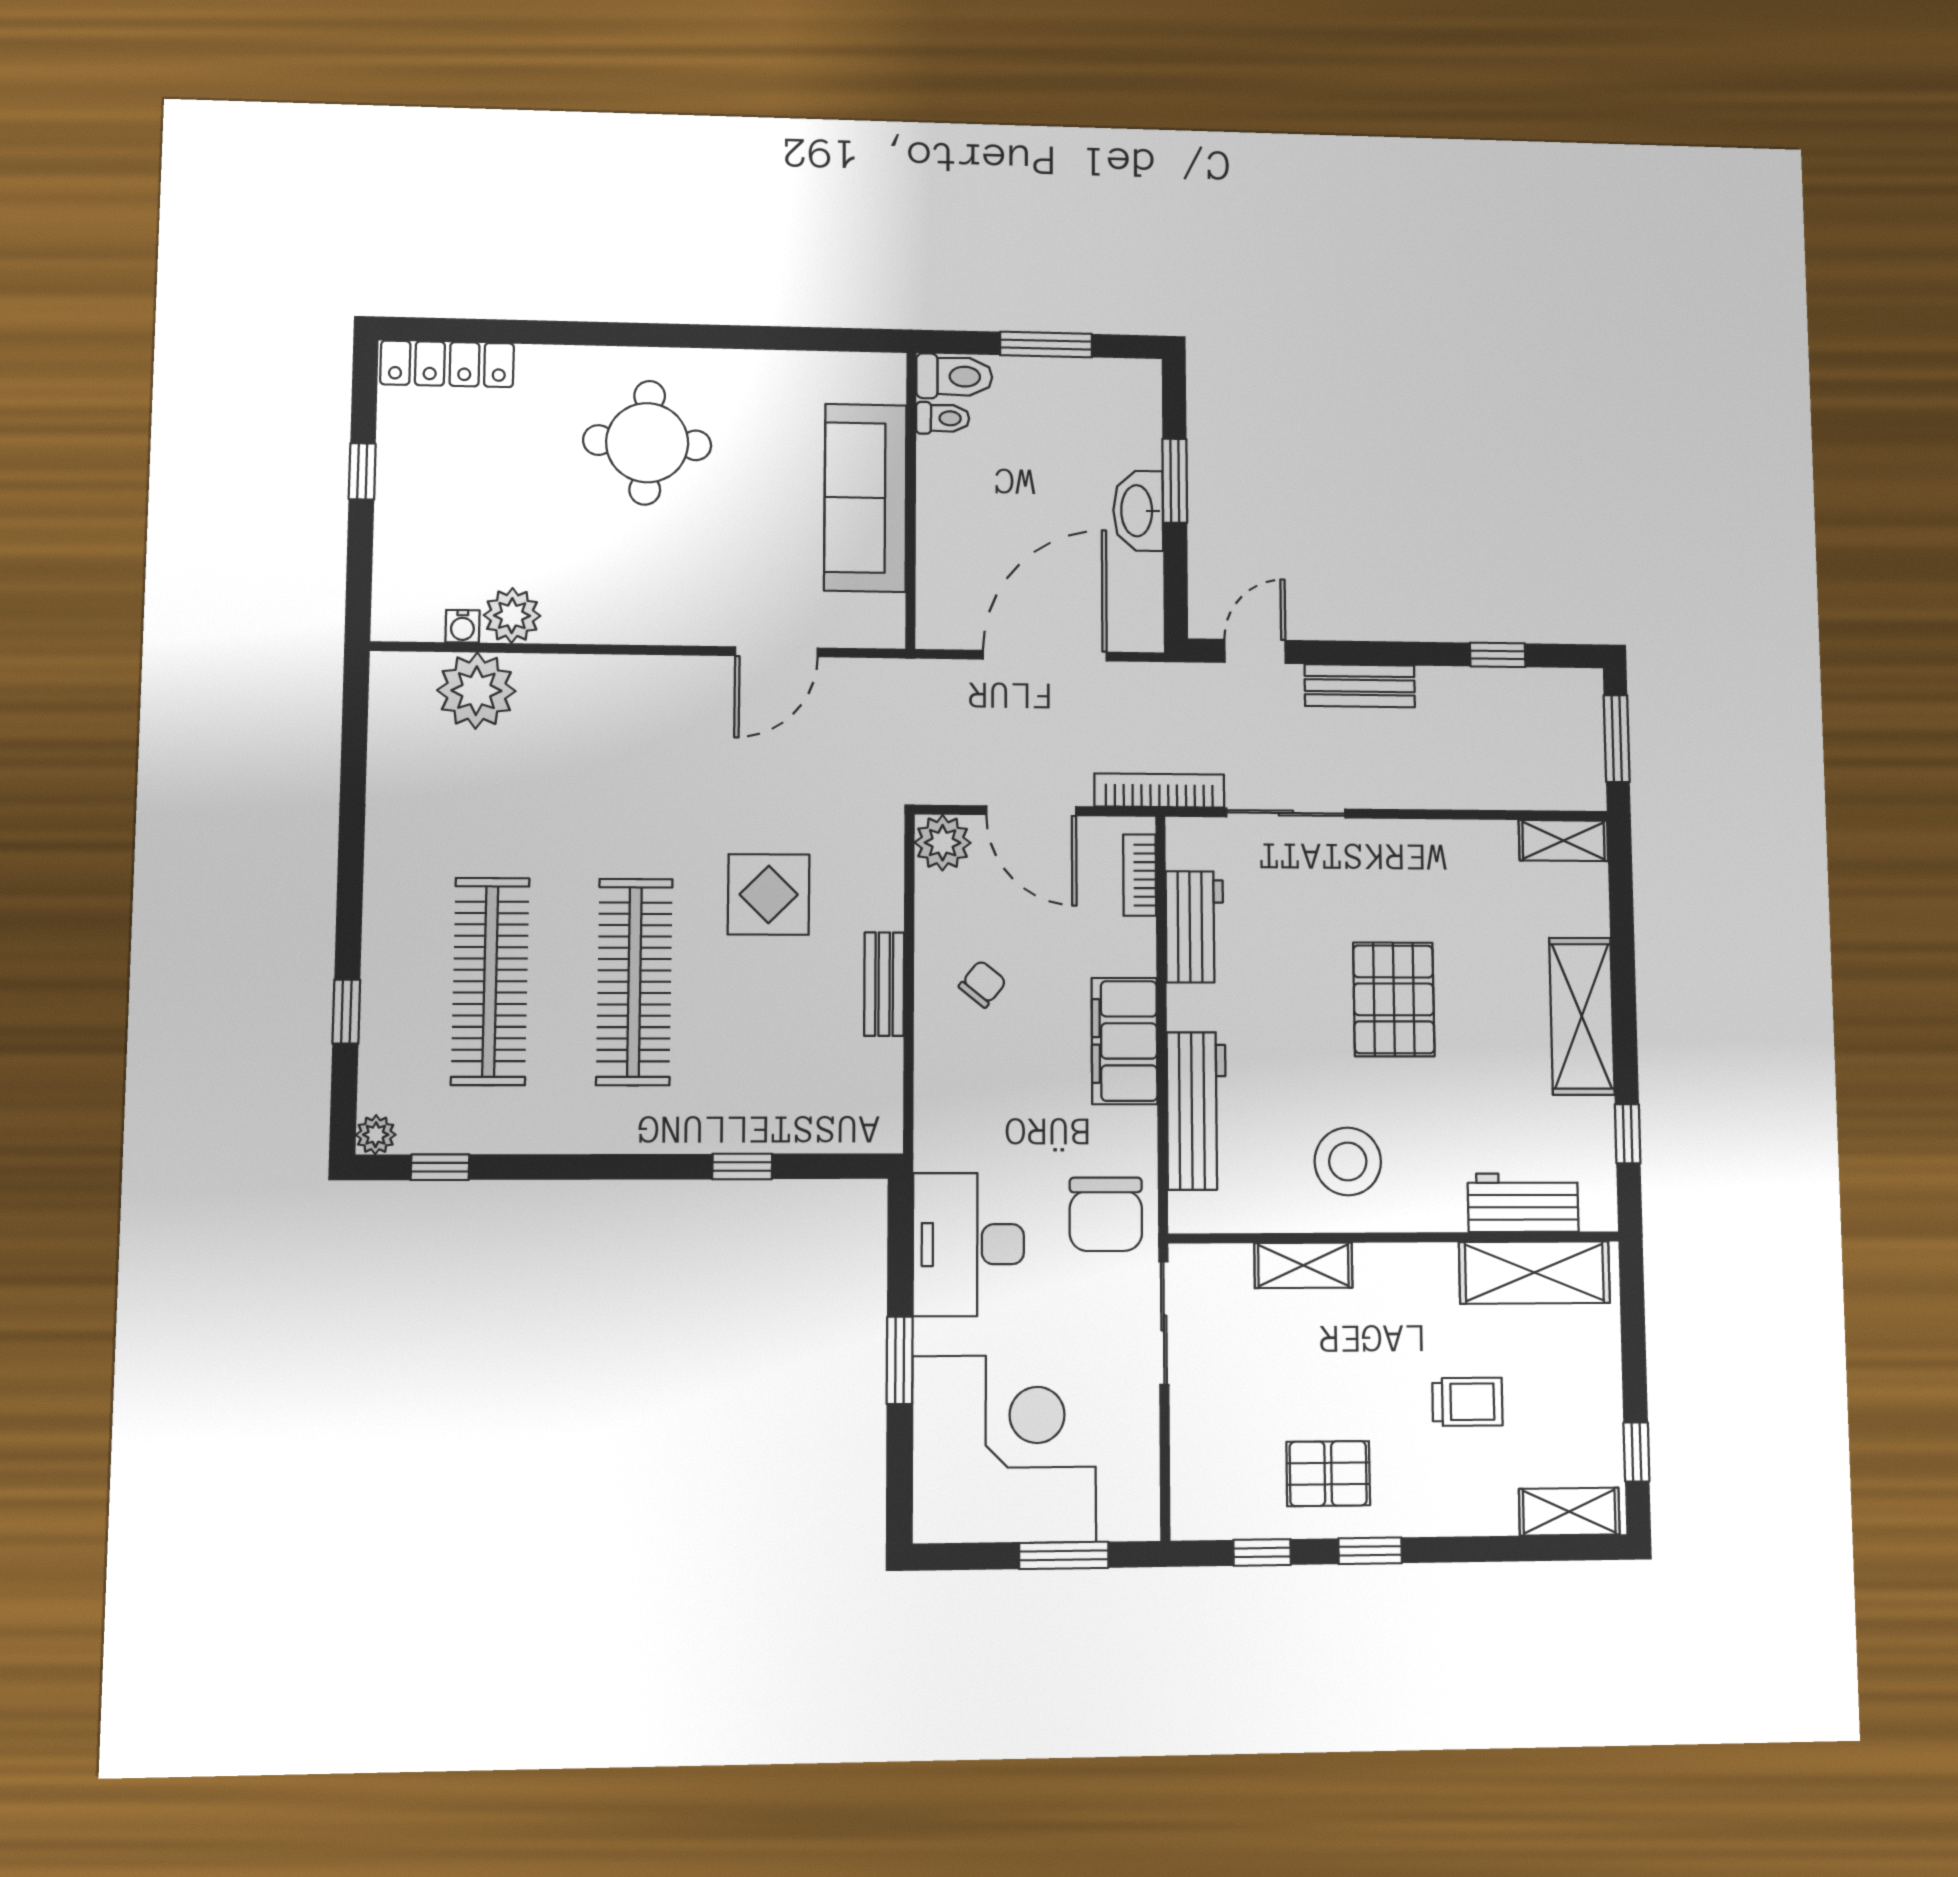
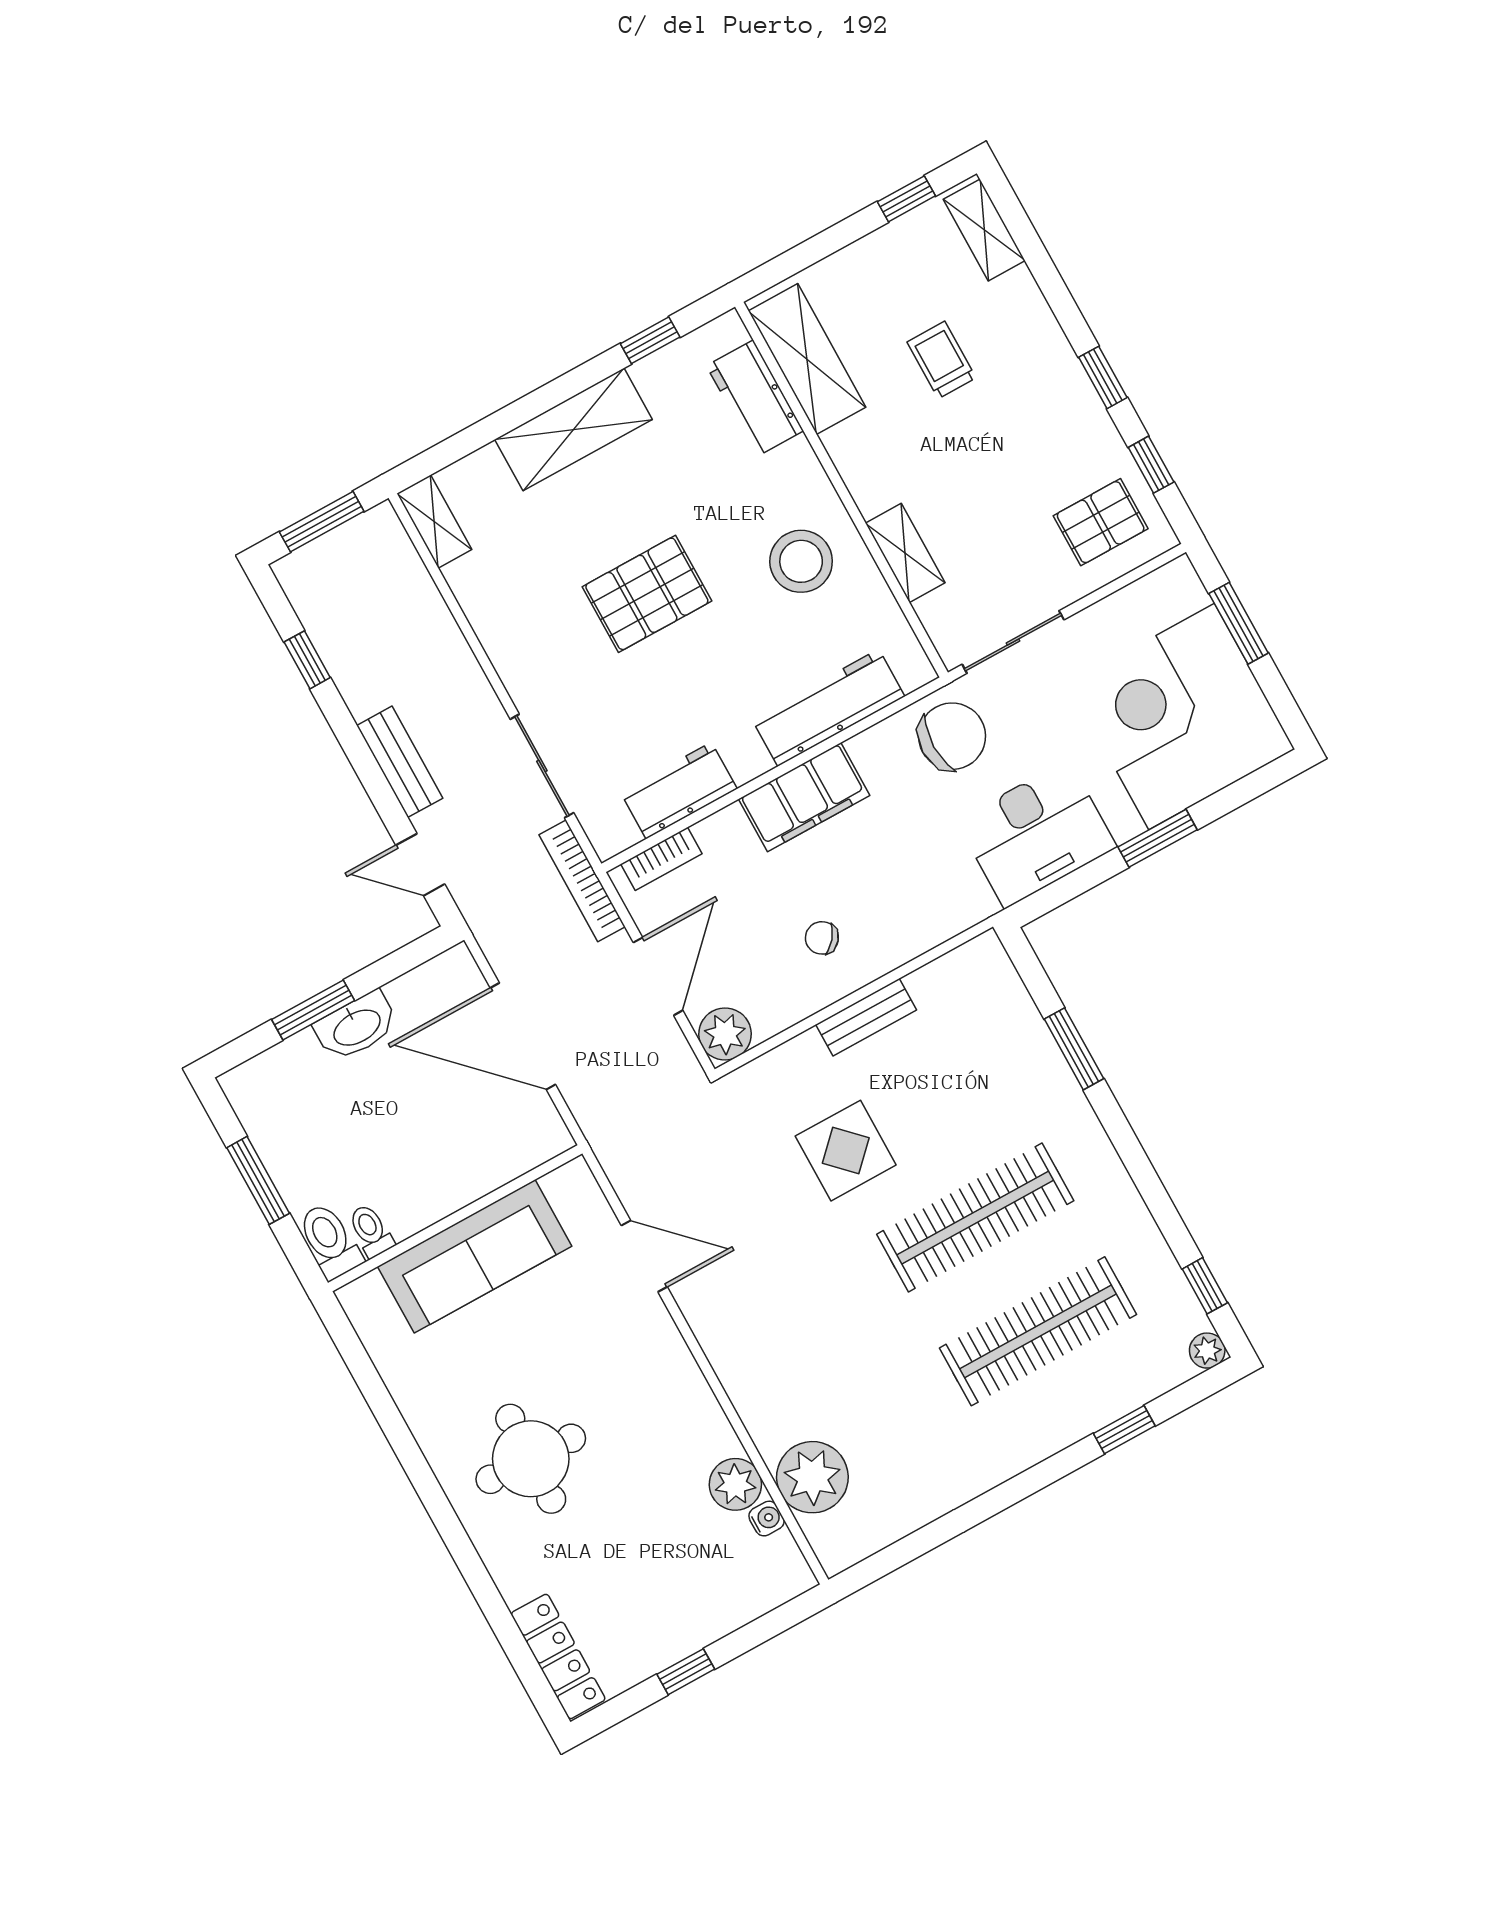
window: (742, 1166) -> (1074, 1049), width x1.50
pallet: (1328, 1474) -> (1101, 522), moved, turned 90

